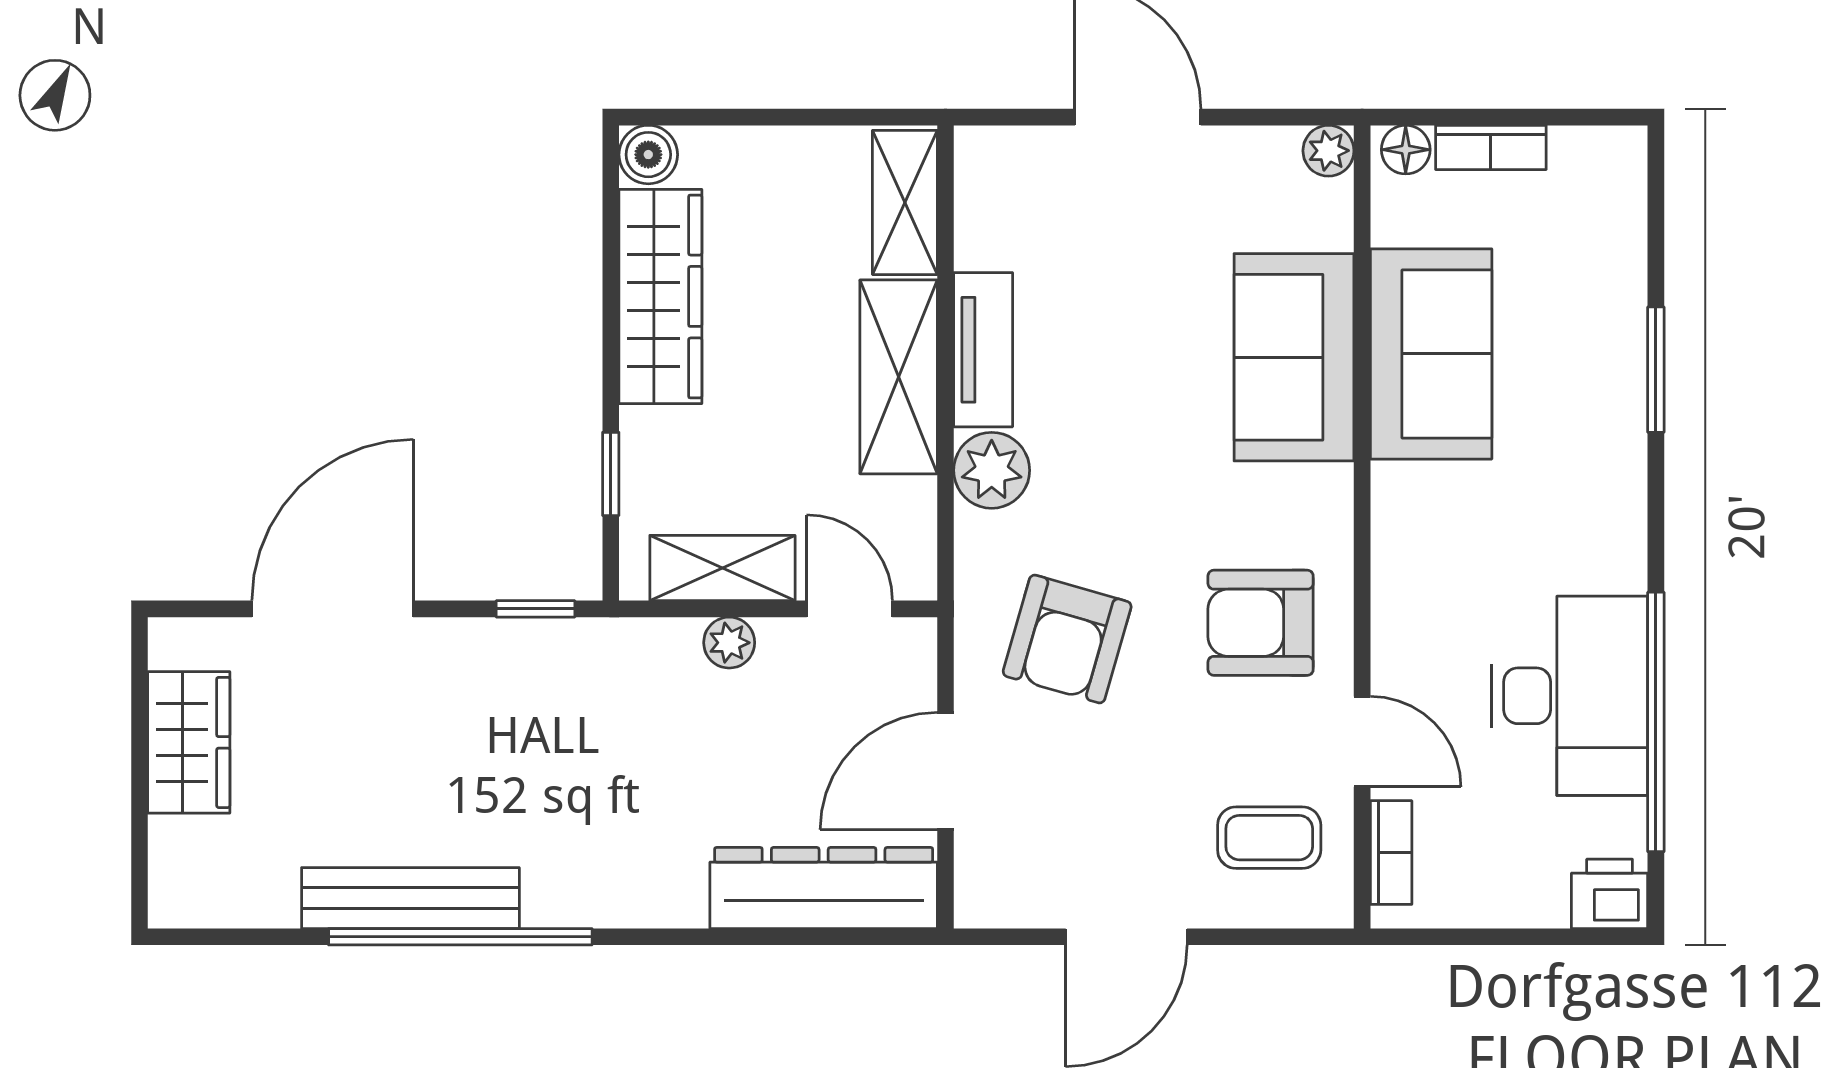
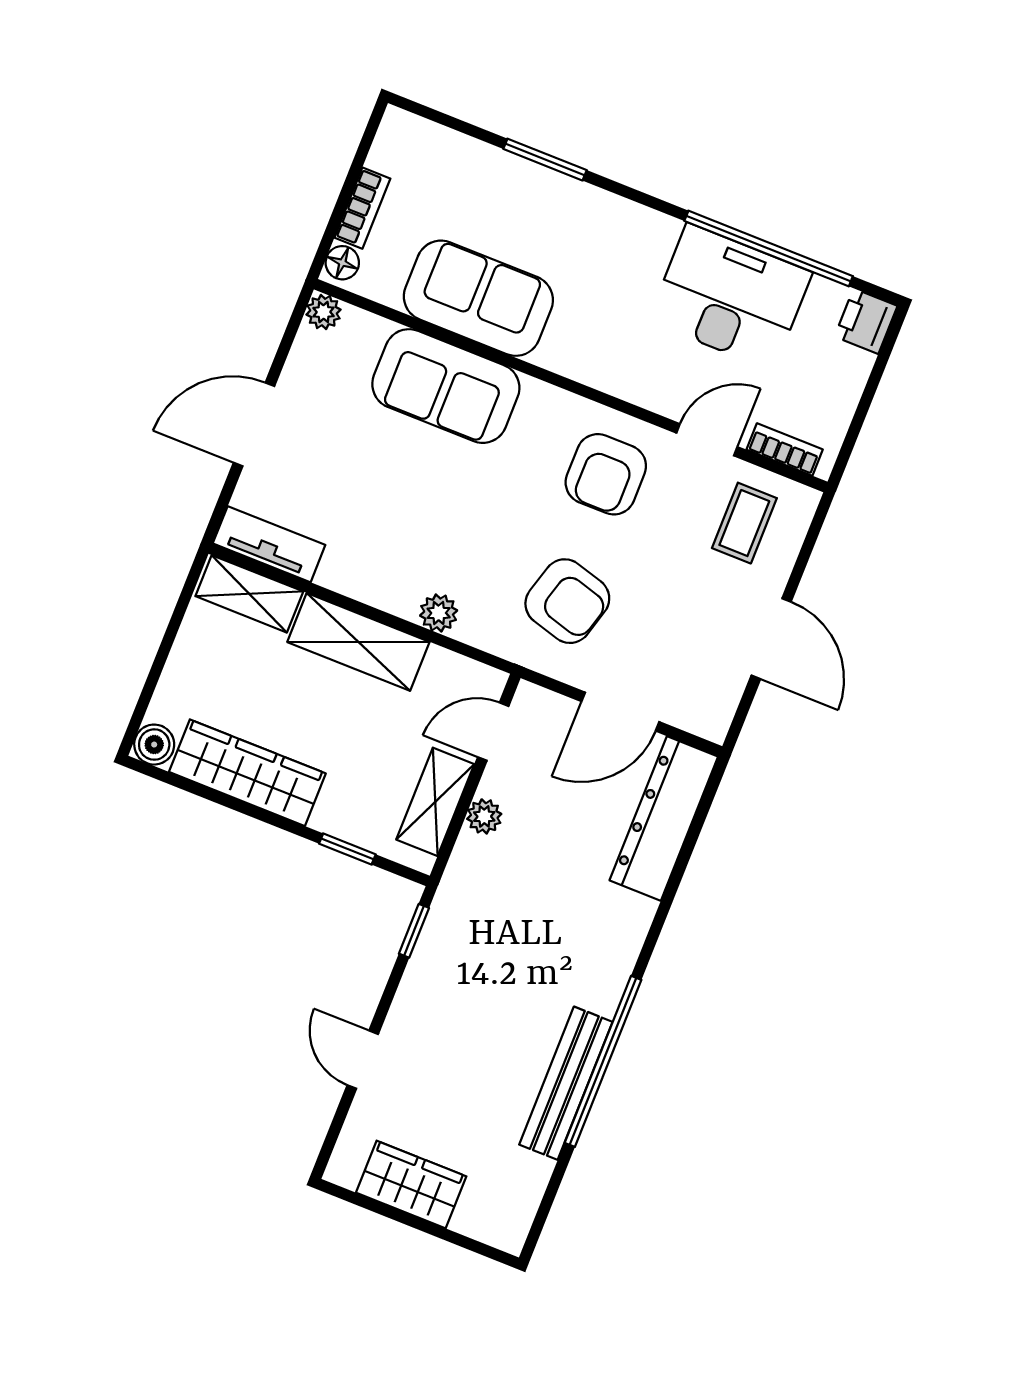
tv unit: (983, 350) -> (269, 544), moved
plant: (992, 470) -> (439, 613), width x0.73, depth x0.73
door: (333, 609) -> (363, 1060), width x0.53
door: (945, 771) -> (620, 712), hinge flipped

